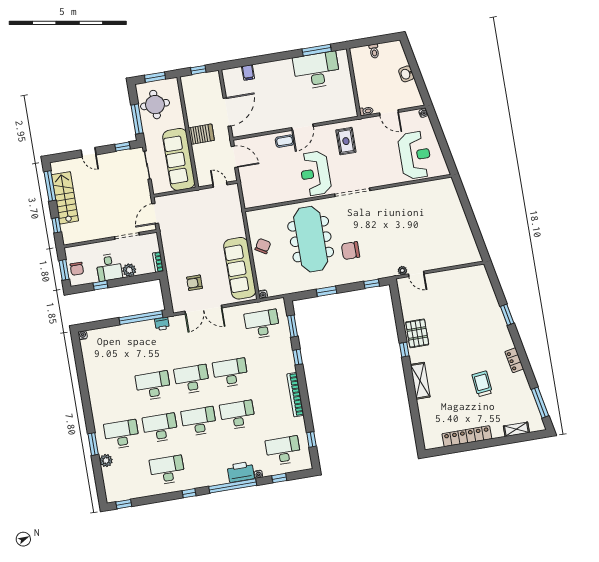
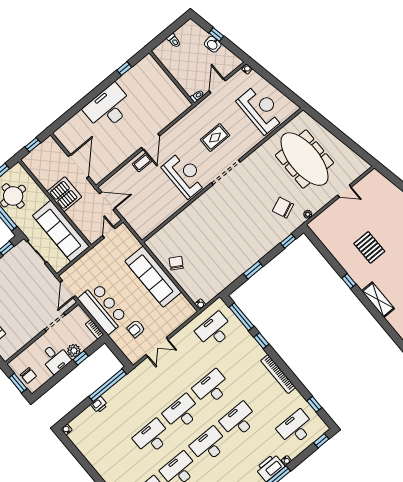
window: (317, 50) -> (124, 69), width x0.46
window: (414, 67) -> (216, 35), added
desk: (317, 70) -> (108, 108), moved
filing cabinet: (248, 72) -> (77, 122), removed
door: (389, 113) -> (217, 86), swing flipped
server rack: (201, 134) -> (64, 194), width x1.60
rug: (346, 141) -> (215, 138), moved, turned 90
reception desk: (315, 173) -> (185, 175), turned 180
door: (220, 185) -> (109, 232), hinge flipped
meeting table: (311, 239) -> (304, 159), moved
bar counter: (176, 248) -> (103, 308), added
chair: (351, 251) -> (283, 208), moved, turned 67
sofa: (240, 268) -> (153, 277), moved
door: (416, 274) -> (344, 191), moved
window: (100, 285) -> (81, 358), moved
double door: (203, 310) -> (157, 347), width x0.73
printer: (162, 324) -> (99, 405), moved
window: (292, 326) -> (241, 317), width x1.44
pallet: (417, 333) -> (369, 247), moved
window: (279, 478) -> (321, 441), moved

